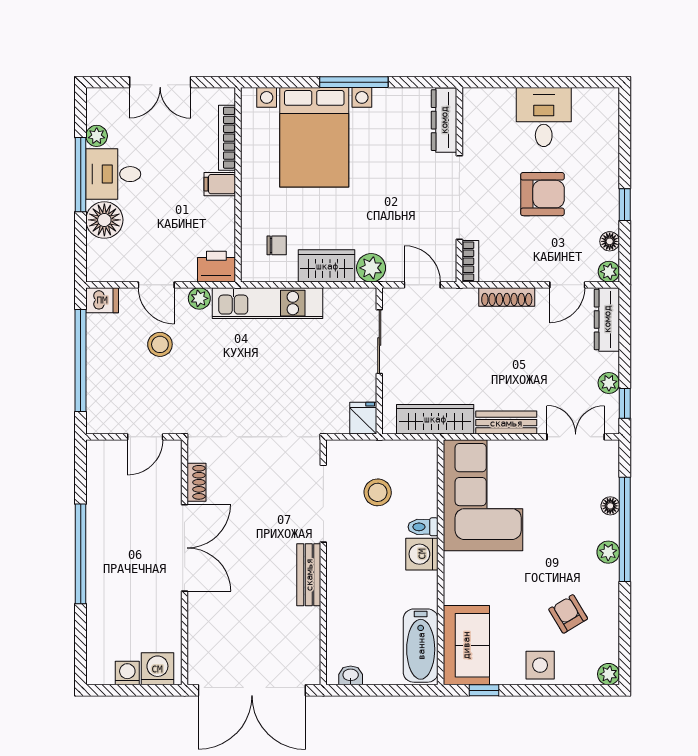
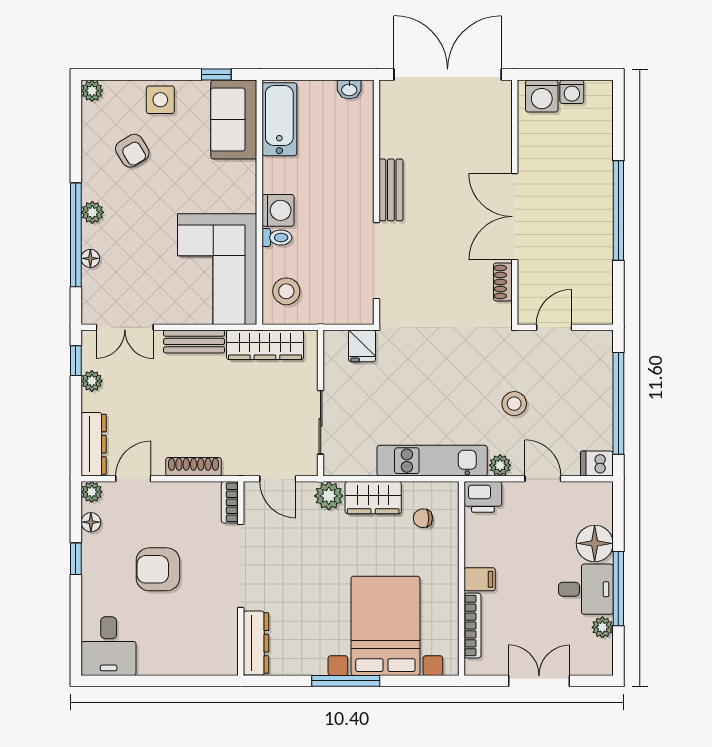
desk: (544, 117) -> (109, 646), moved
stool: (160, 344) -> (514, 404), moved
fridge: (363, 418) -> (362, 346), moved
stool: (378, 492) -> (286, 291), moved

